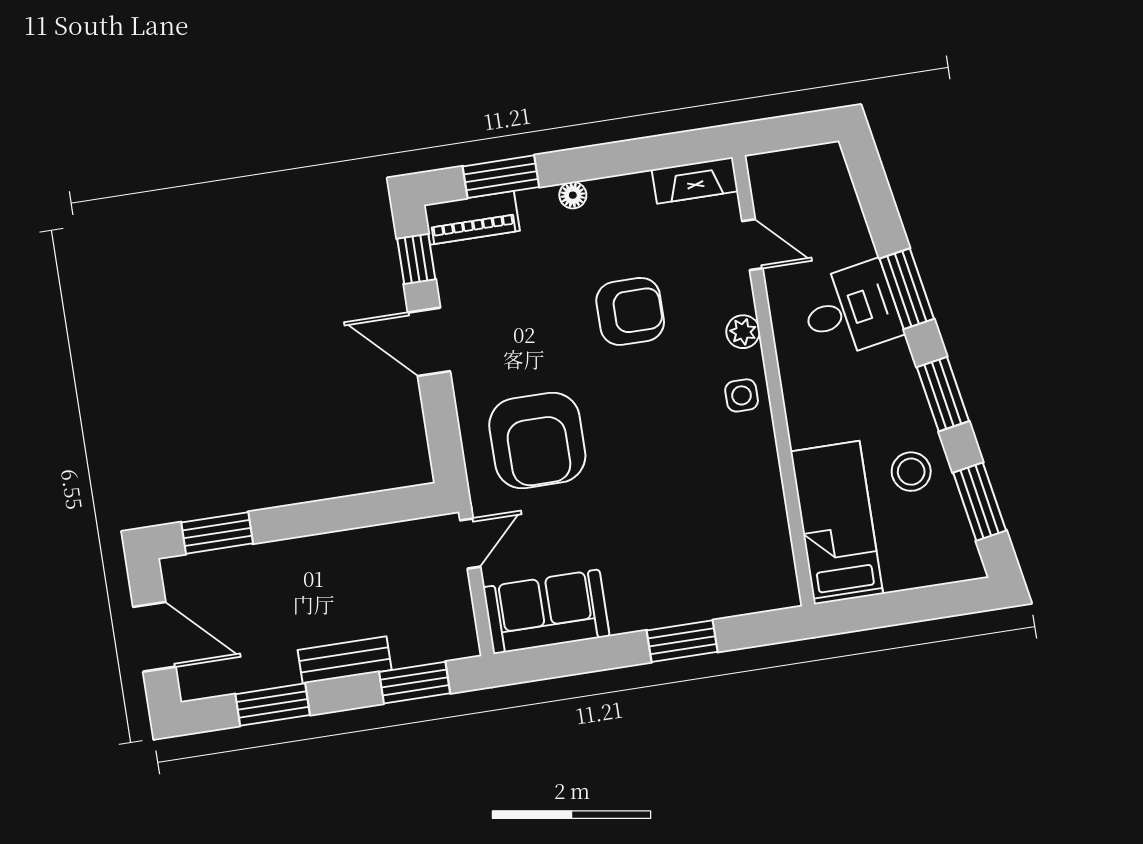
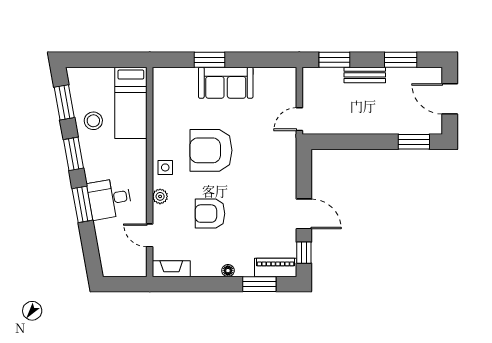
armchair: (537, 440) -> (211, 150), moved, turned -90
sofa: (546, 612) -> (226, 83), moved

